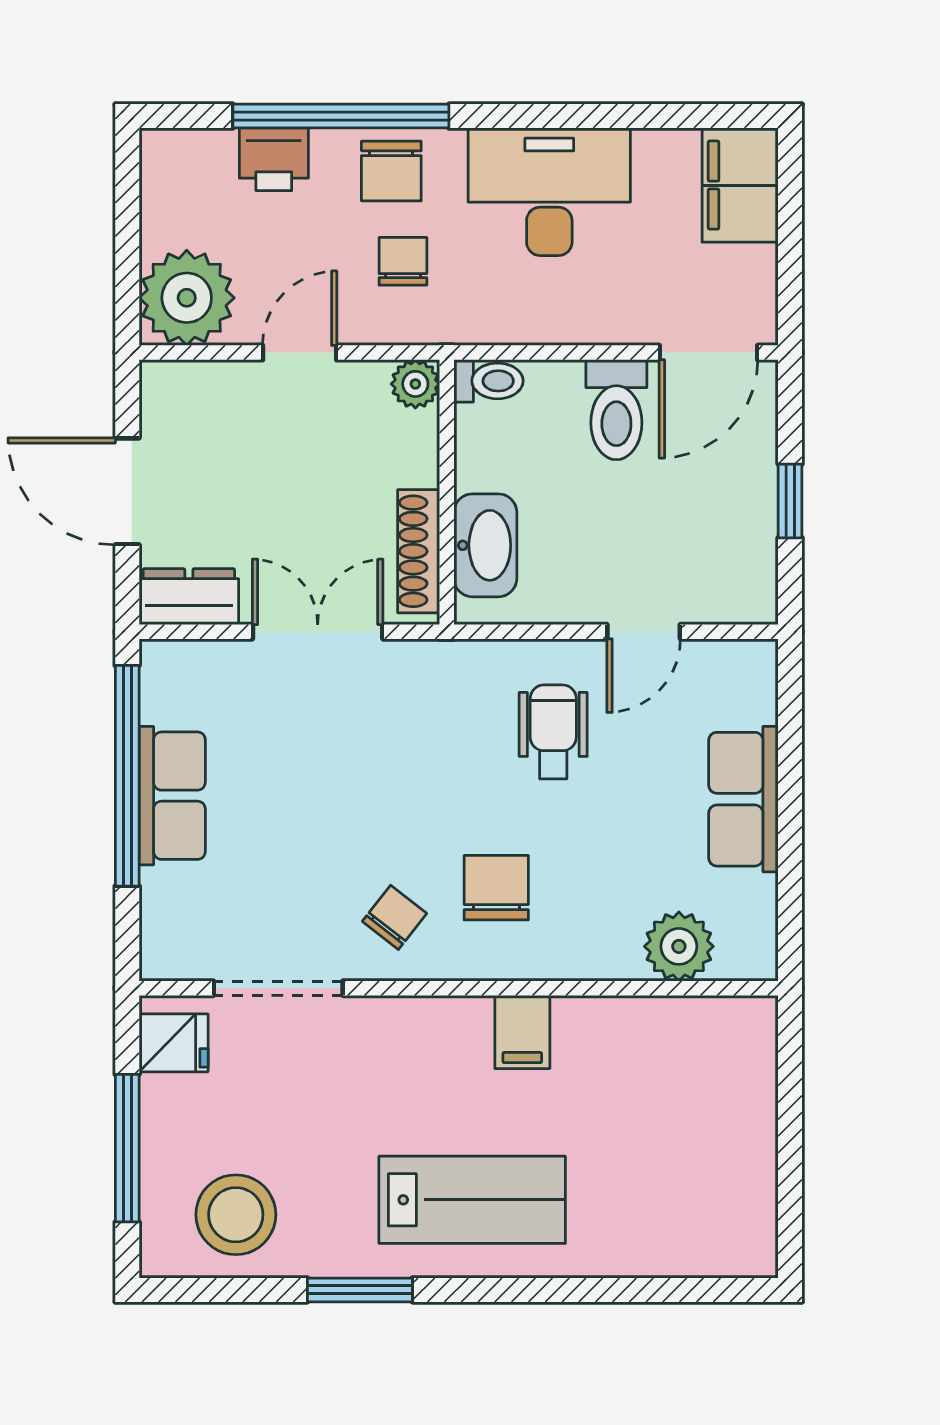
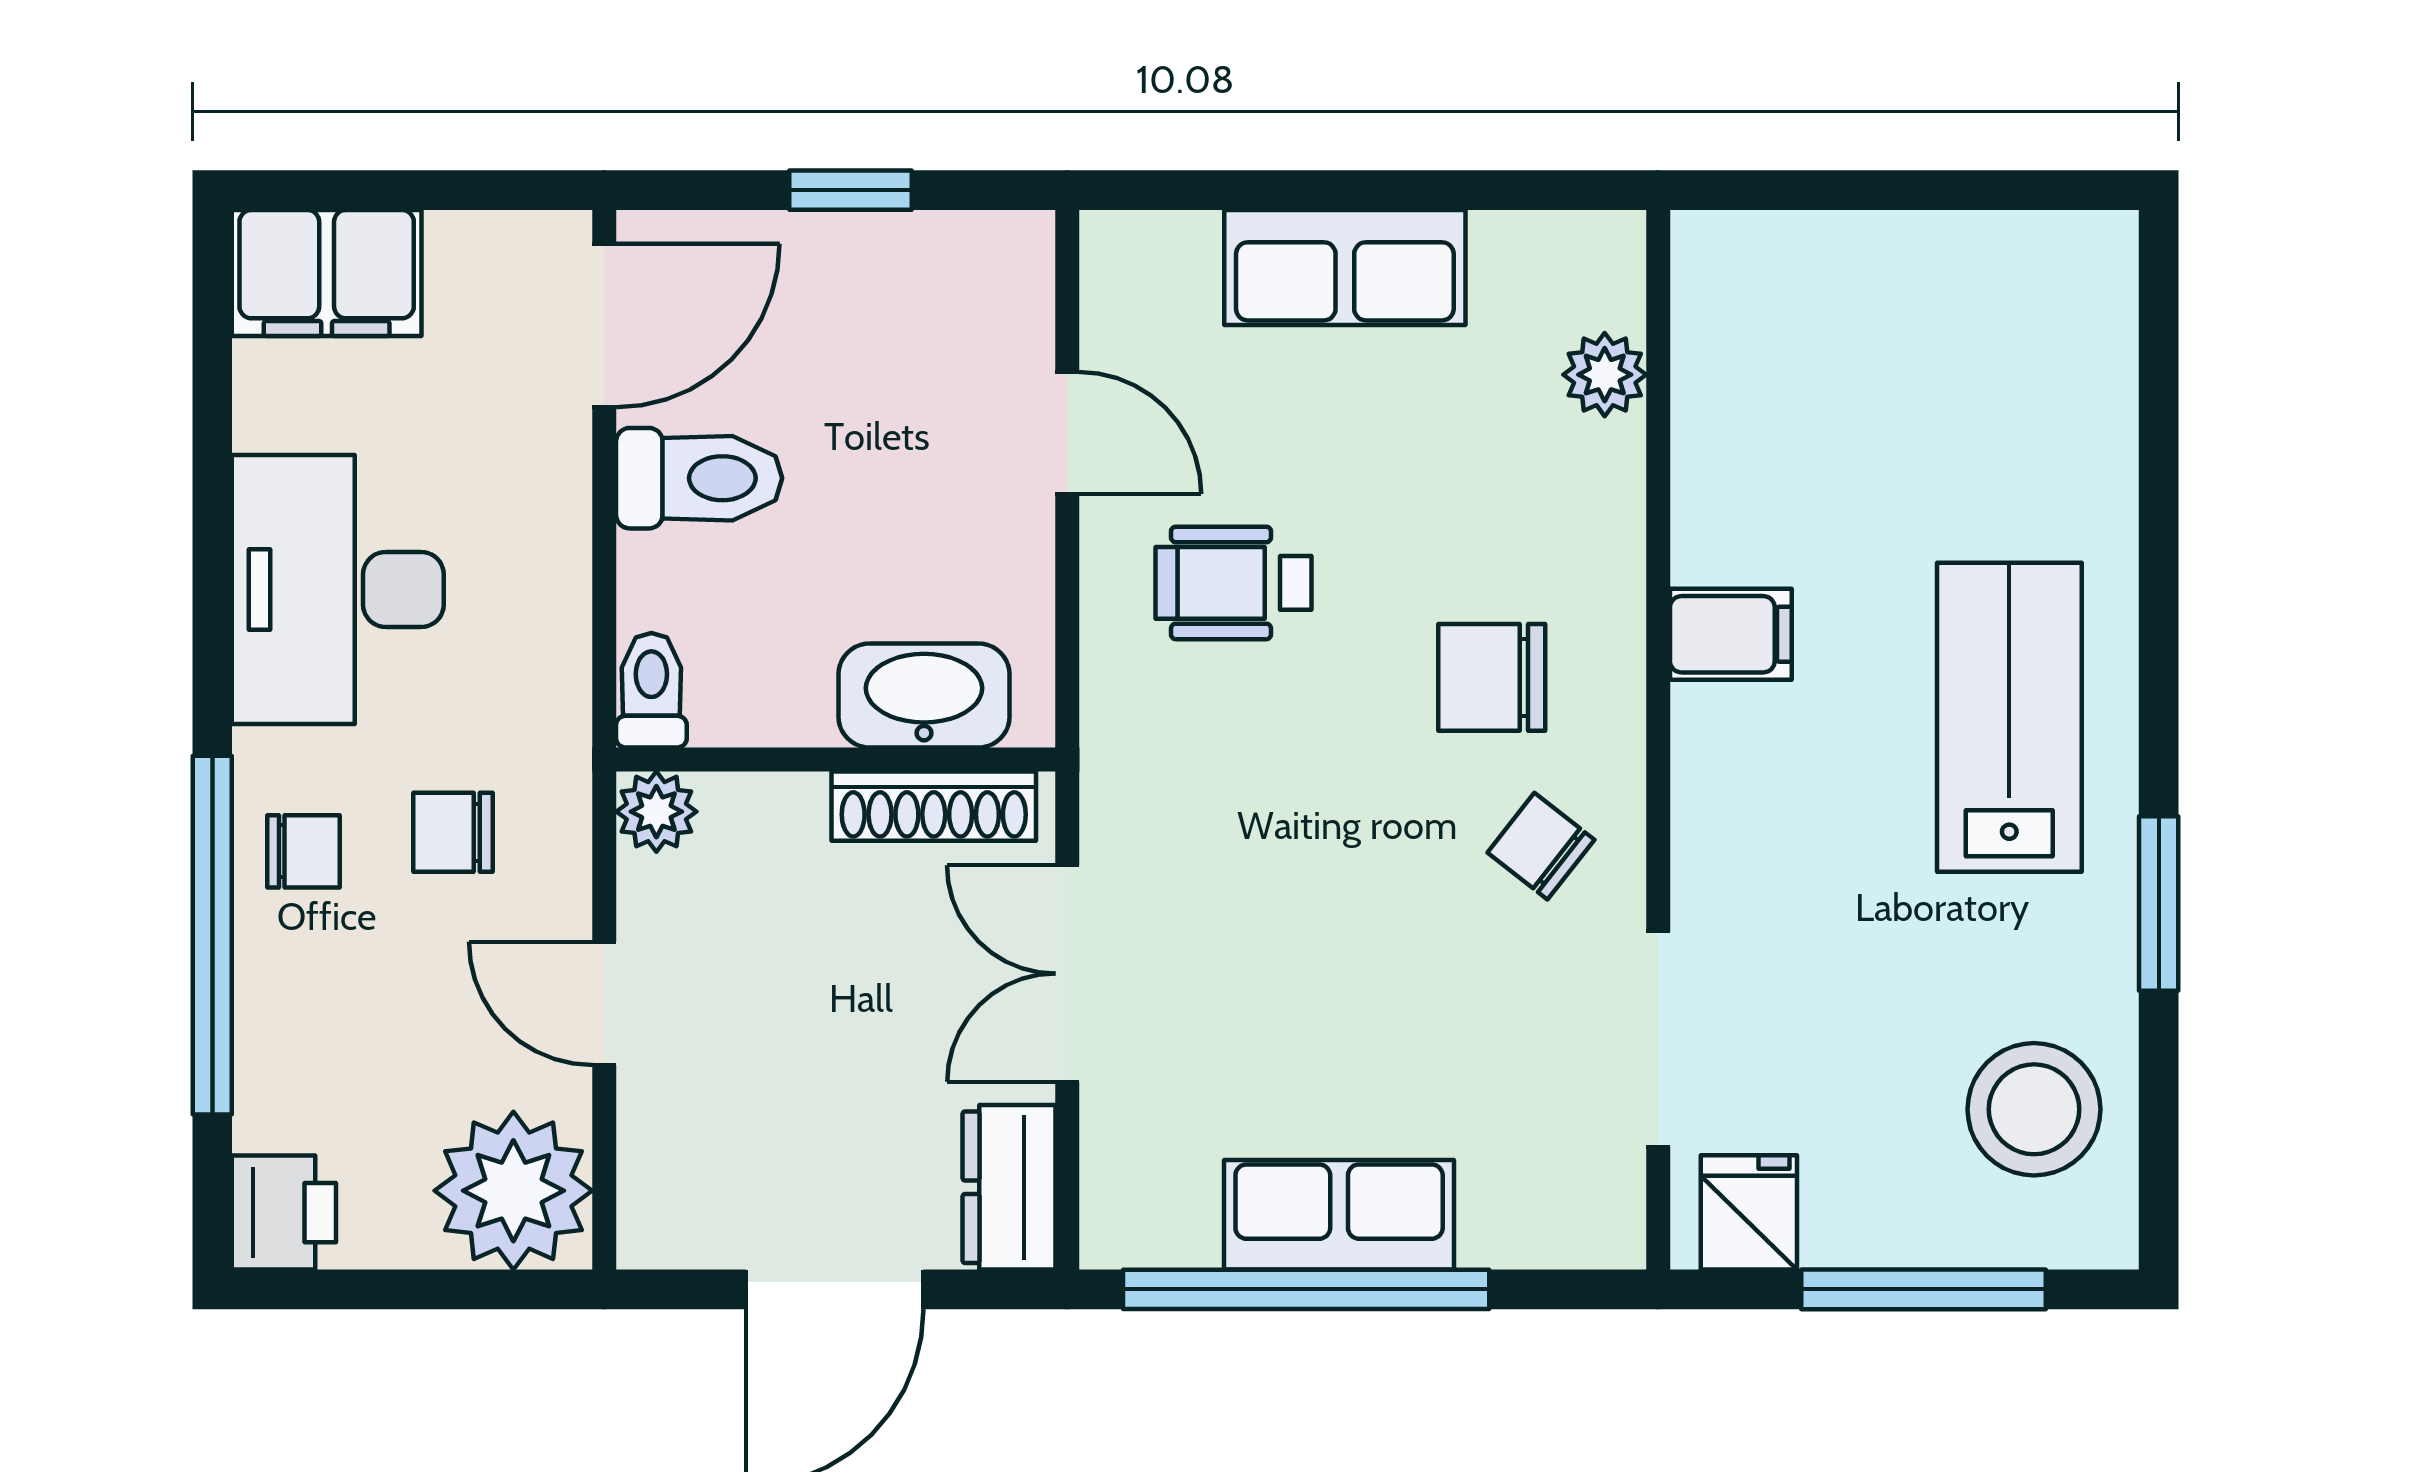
printer: (274, 159) -> (284, 1213), moved
chair: (391, 171) -> (303, 851), width x0.73, depth x0.73
door: (709, 353) -> (604, 325), hinge flipped
plant: (679, 946) -> (1605, 375), width x0.73, depth x0.73

